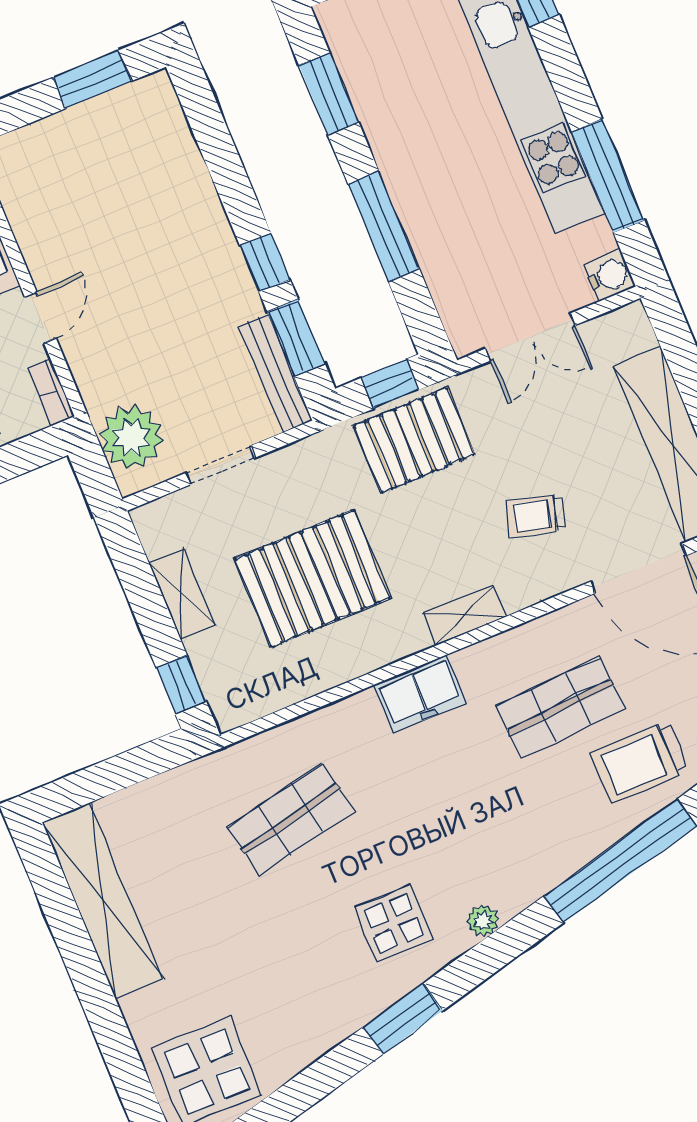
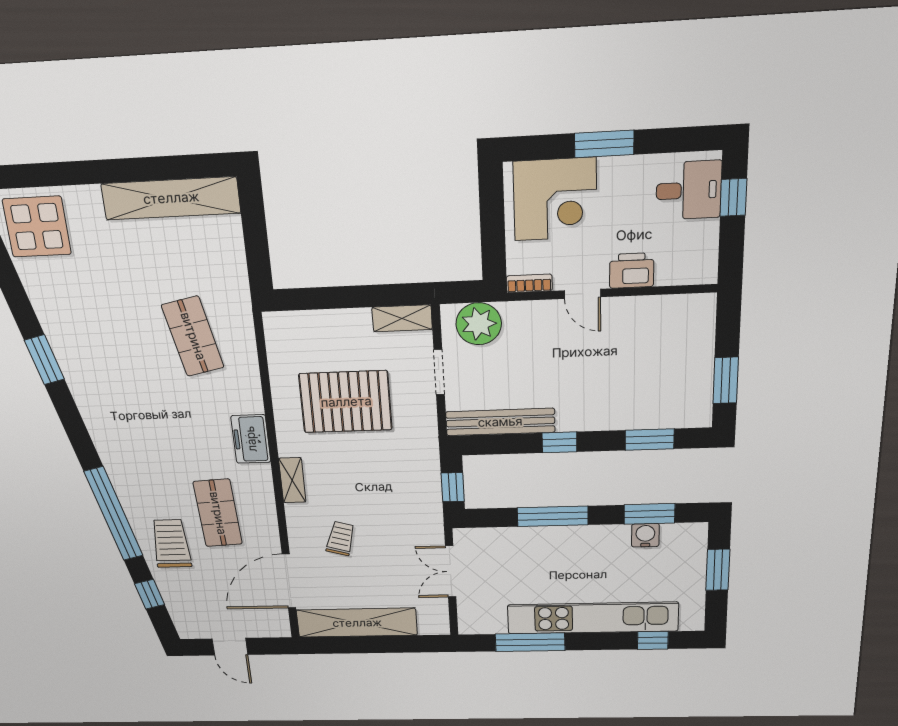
water cooler: (610, 276) -> (645, 535), moved, turned 180
window: (296, 338) -> (650, 440), moved
bench: (275, 373) -> (500, 422), width x1.37, depth x1.21
pallet: (414, 440) -> (412, 489), removed
pallet: (312, 579) -> (346, 402), turned 90
shelving: (182, 594) -> (402, 318), moved
window: (181, 684) -> (303, 299), removed
plant: (483, 920) -> (96, 427), removed
display table: (394, 923) -> (108, 375), removed

